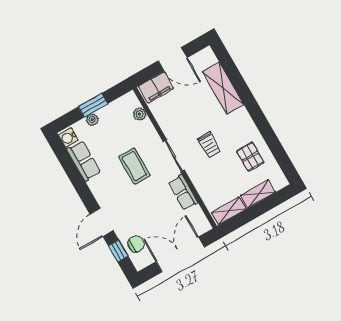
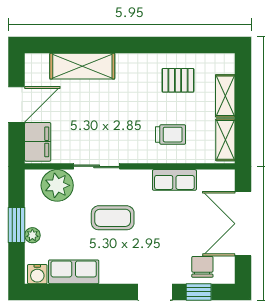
plant: (139, 114) -> (57, 185), width x1.87, depth x1.87
trolley: (209, 145) -> (171, 135), moved
sliding door: (174, 156) -> (97, 166), moved

